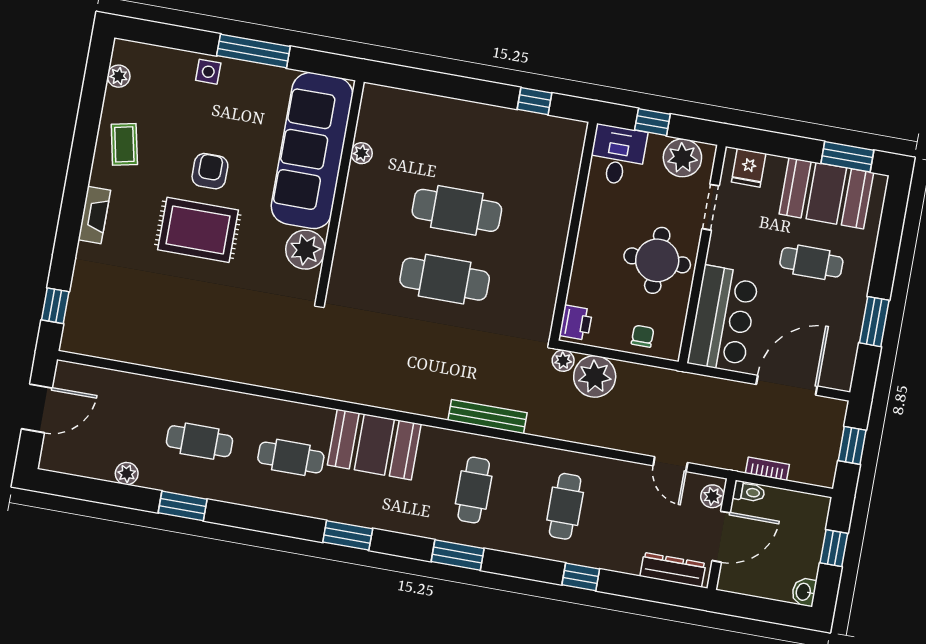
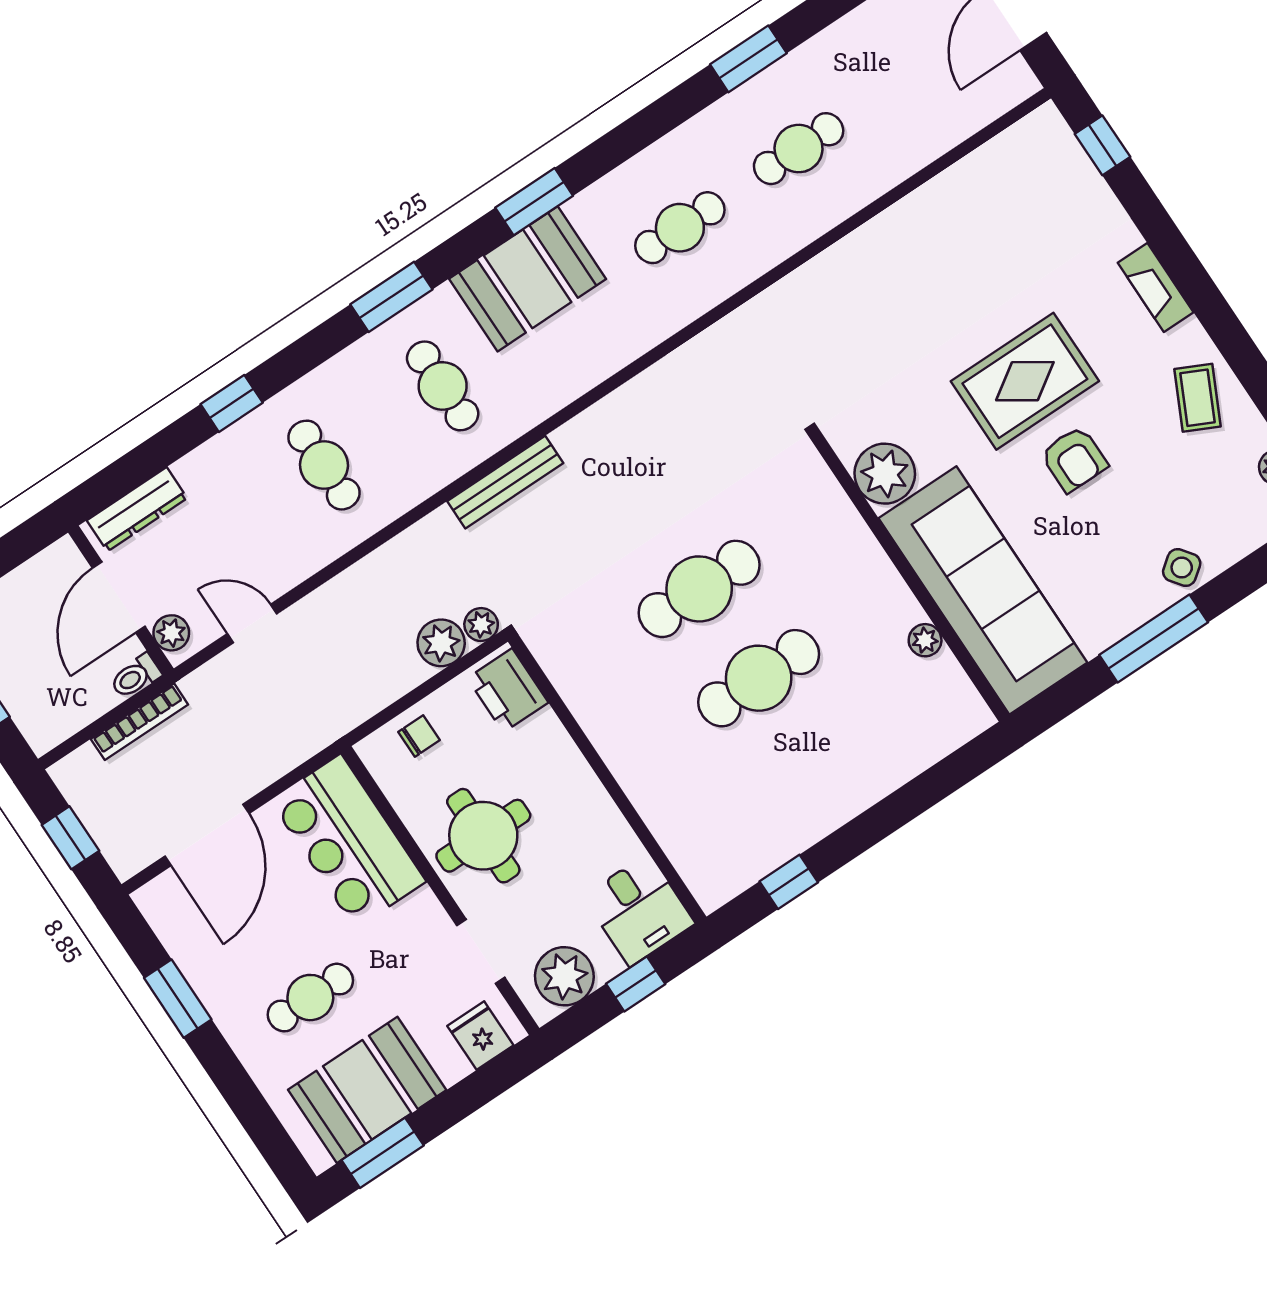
side table: (208, 72) -> (1182, 567), turned -37
coffee table: (124, 144) -> (1198, 398), turned 38
printer: (576, 323) -> (508, 690), width x1.36, depth x1.24
chair: (643, 336) -> (419, 736), turned -90
plant: (595, 376) -> (441, 643), width x0.73, depth x0.73
booth: (374, 445) -> (528, 279), moved
bookcase: (767, 469) -> (139, 722), width x1.56
plant: (127, 474) -> (845, 35), removed

